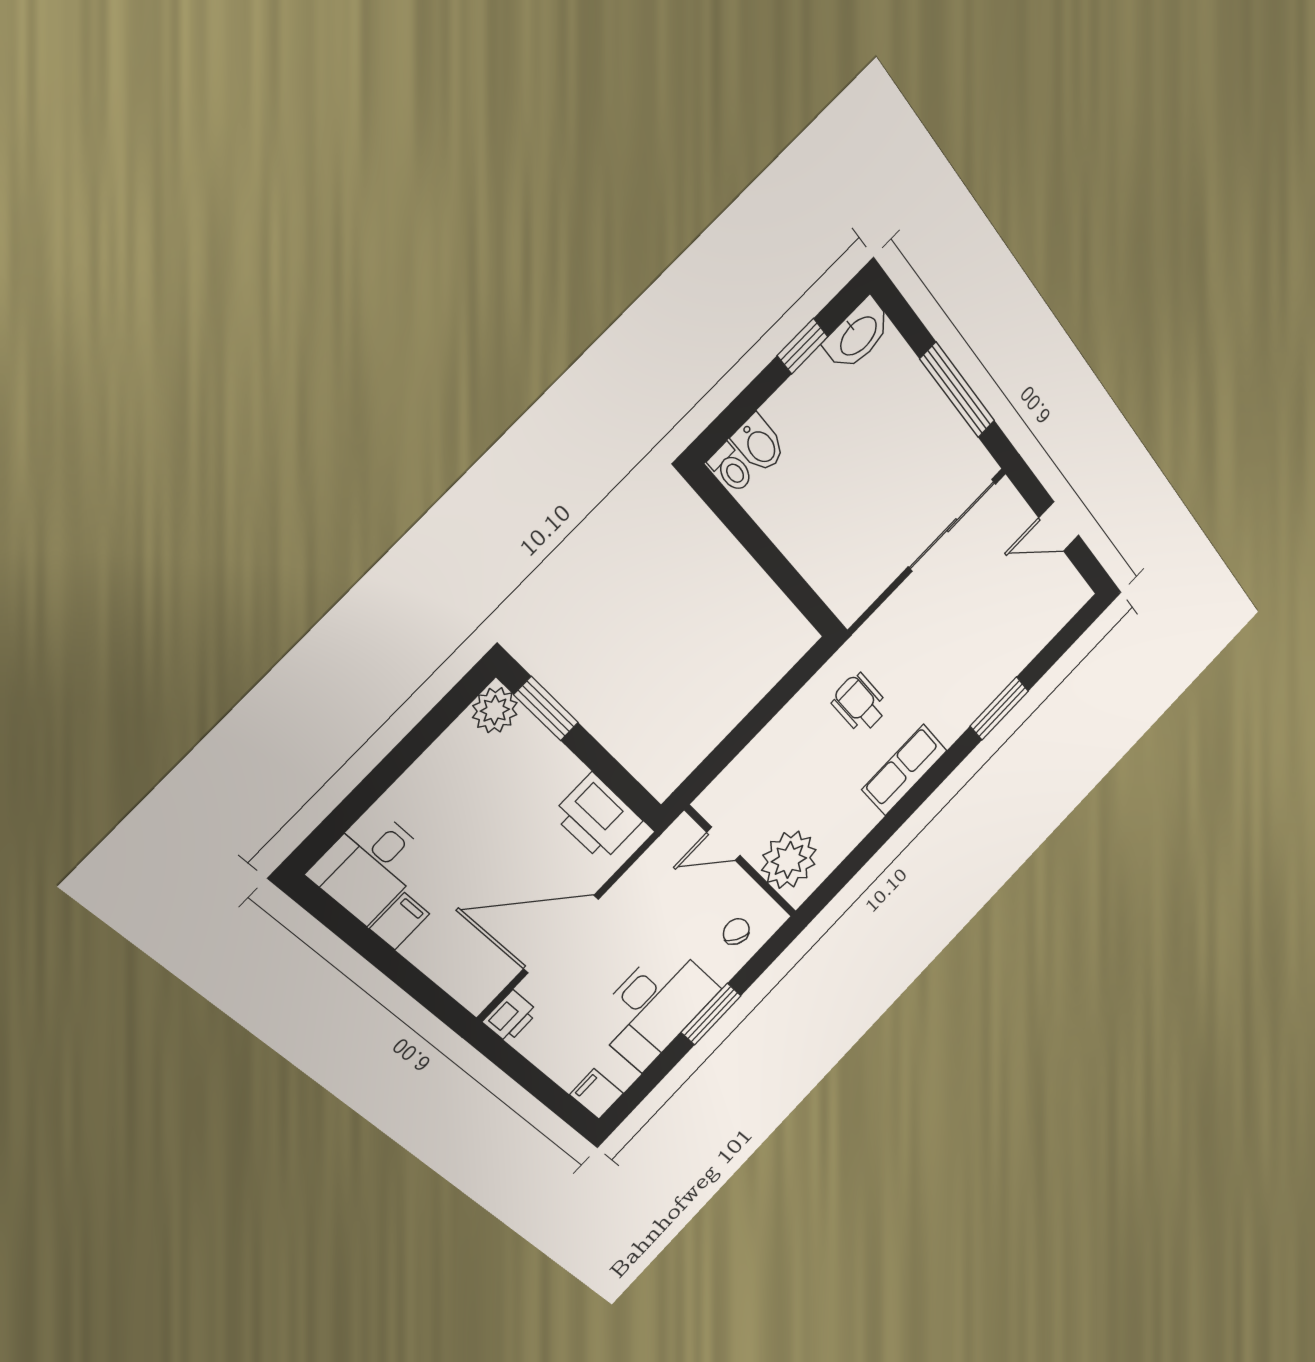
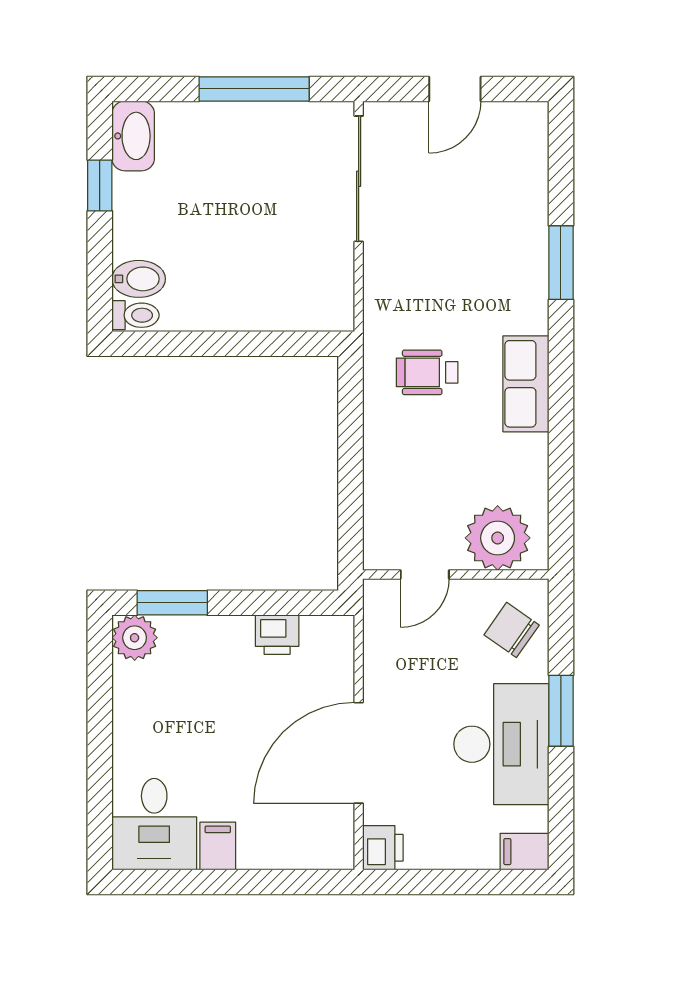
printer: (597, 818) -> (277, 635), width x0.53, depth x0.68
chair: (736, 931) -> (512, 630), width x1.37, depth x1.37

